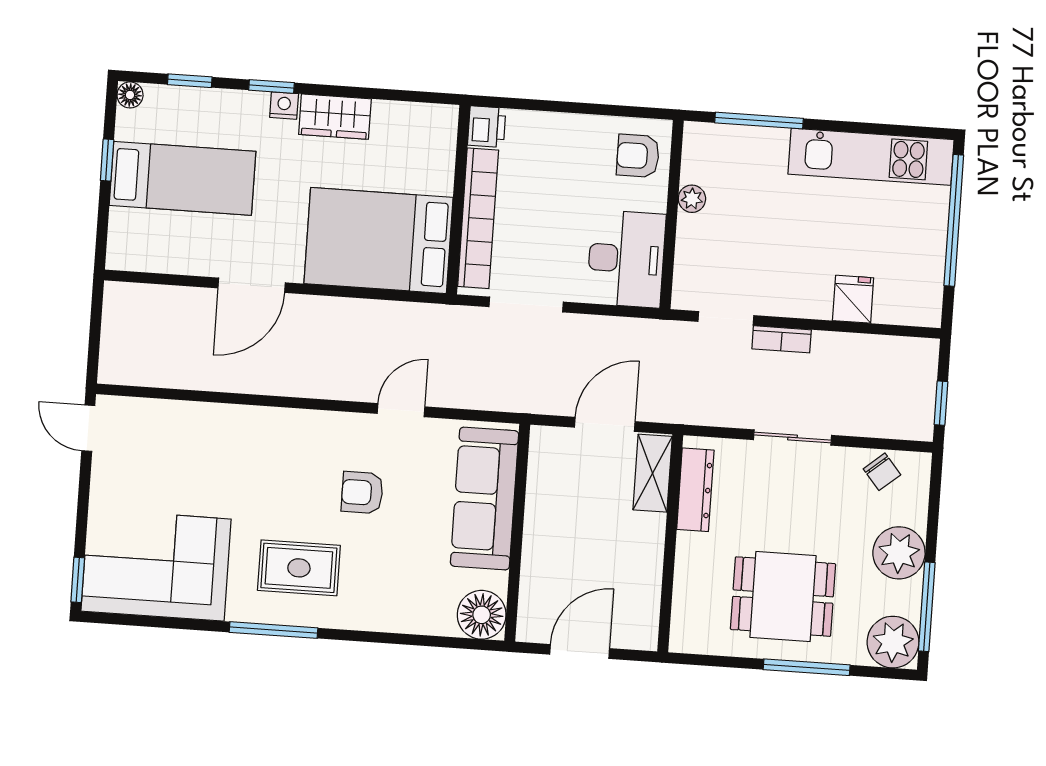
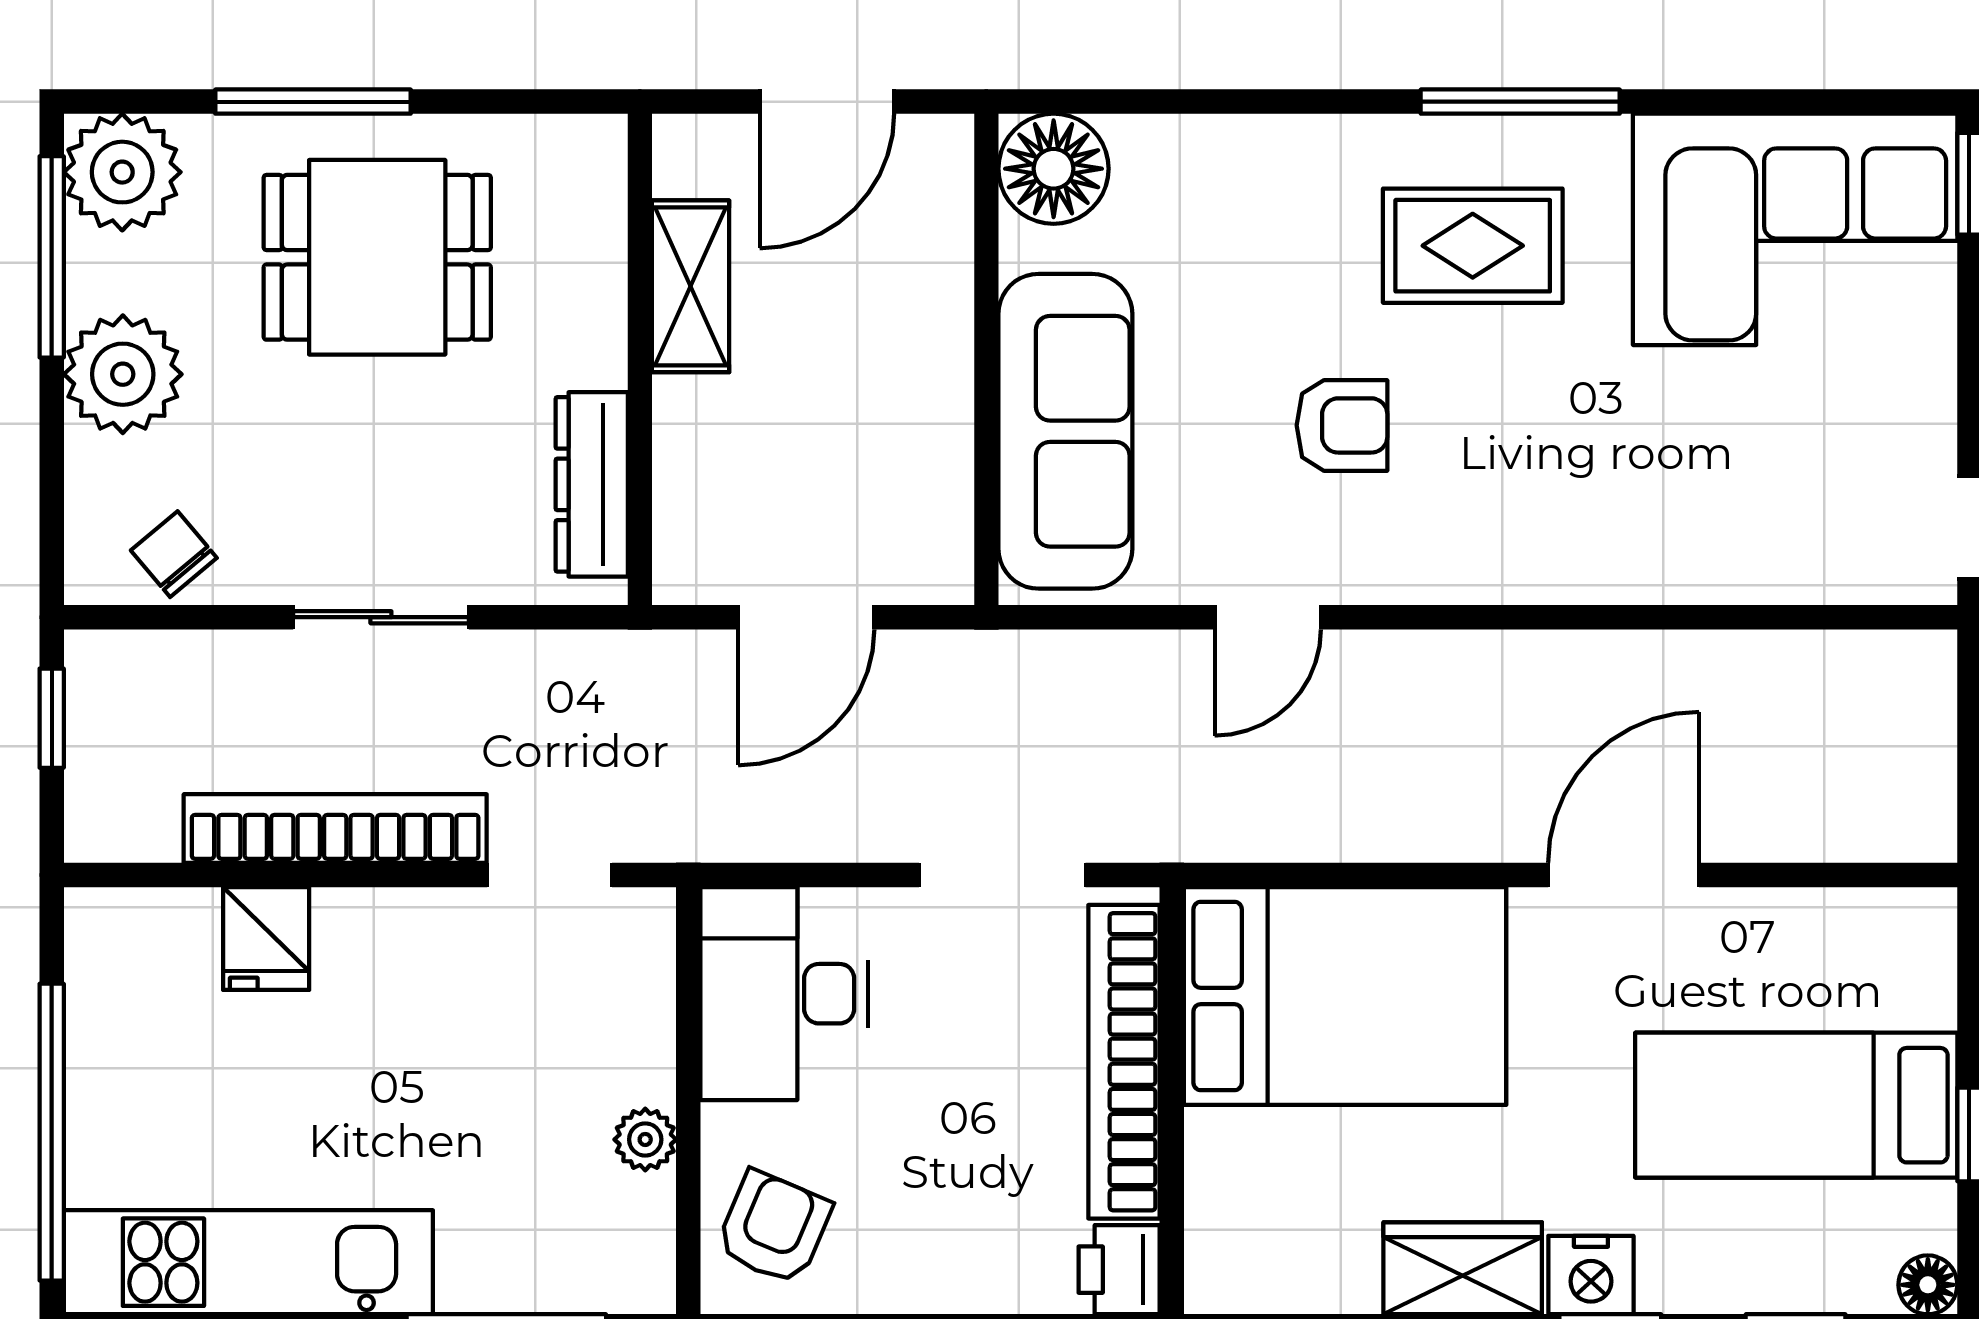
nightstand: (284, 106) -> (1591, 1275), width x1.39, depth x1.35
armchair: (638, 156) -> (774, 1228), turned -67
bookcase: (782, 339) -> (335, 829), width x2.31, depth x1.31
shelving: (653, 473) -> (691, 286), moved

